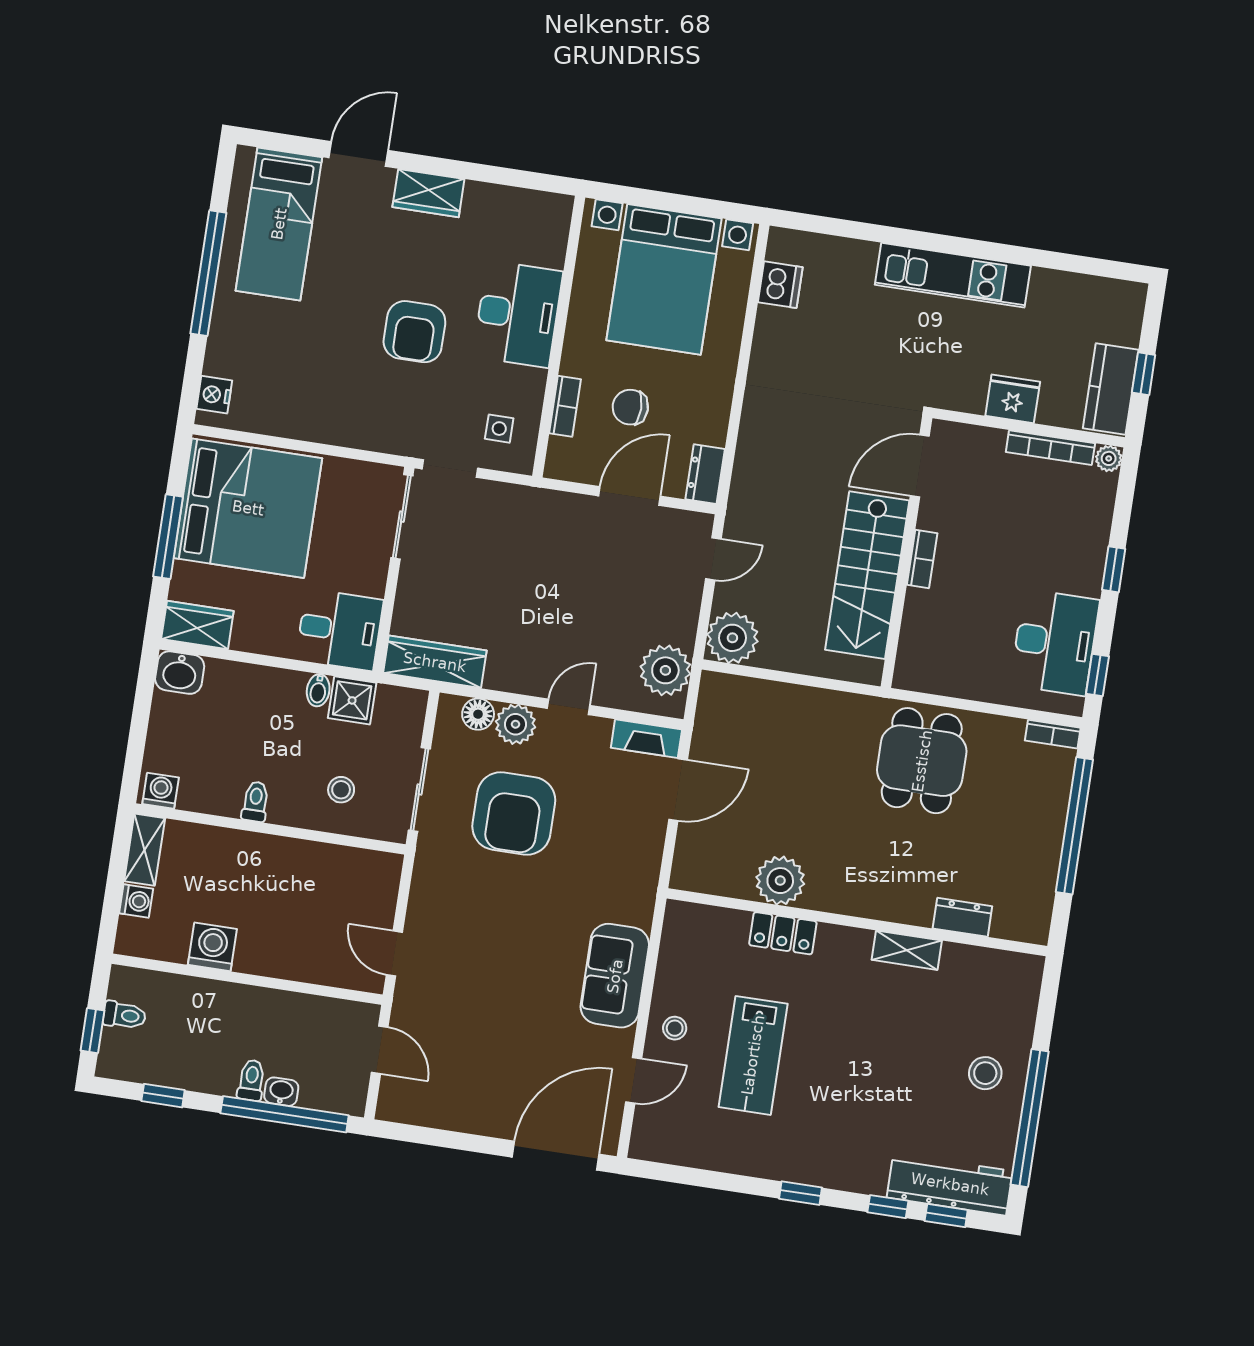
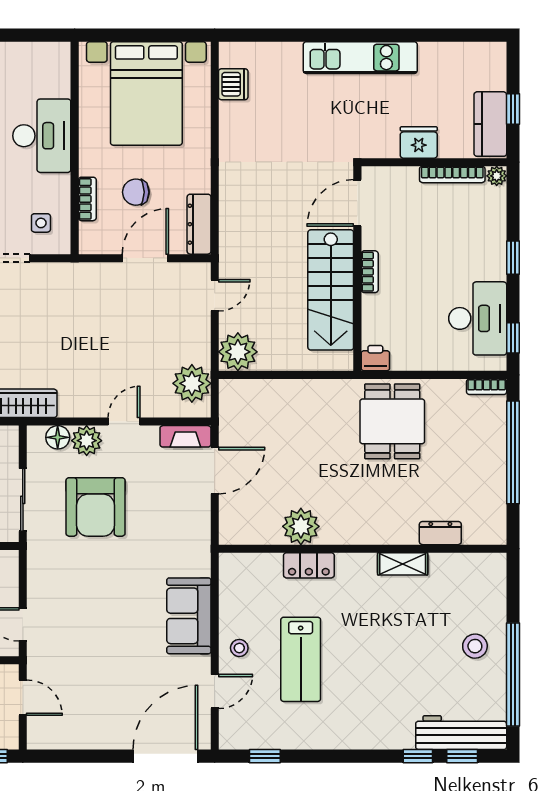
dresser: (705, 474) -> (199, 224), width x1.44
printer: (912, 674) -> (375, 358), added
window: (800, 1193) -> (265, 756), moved

